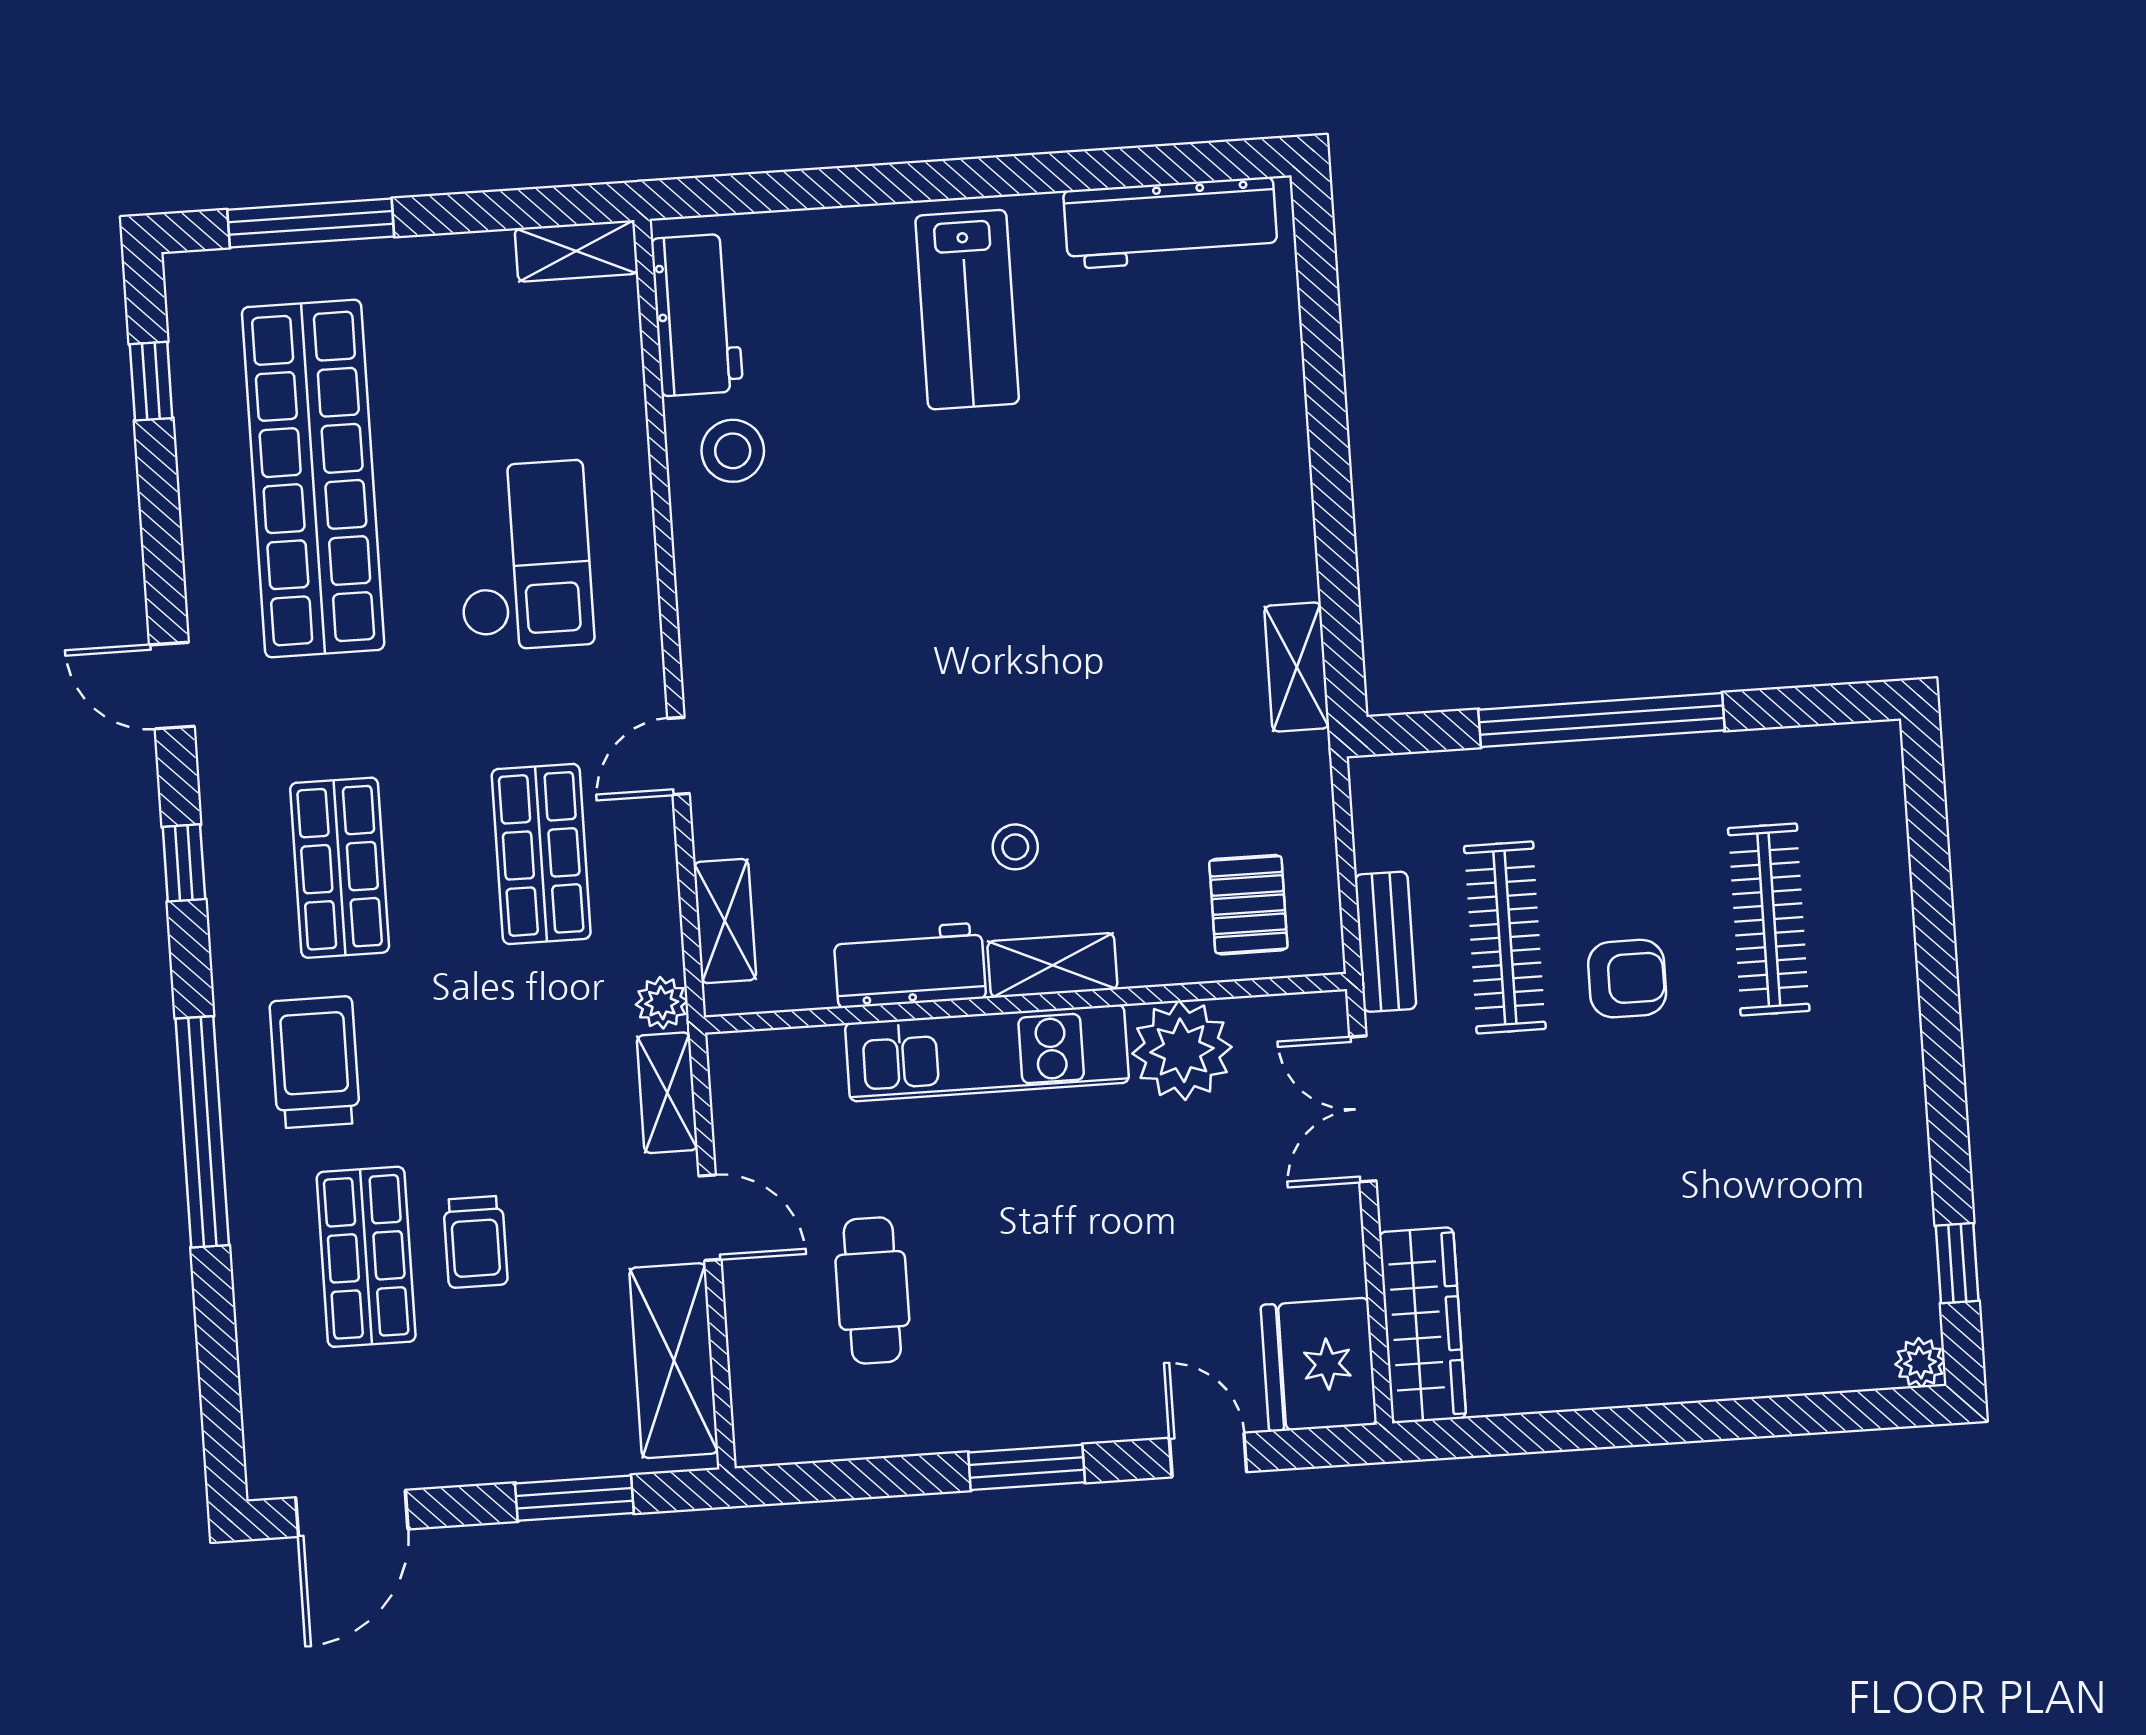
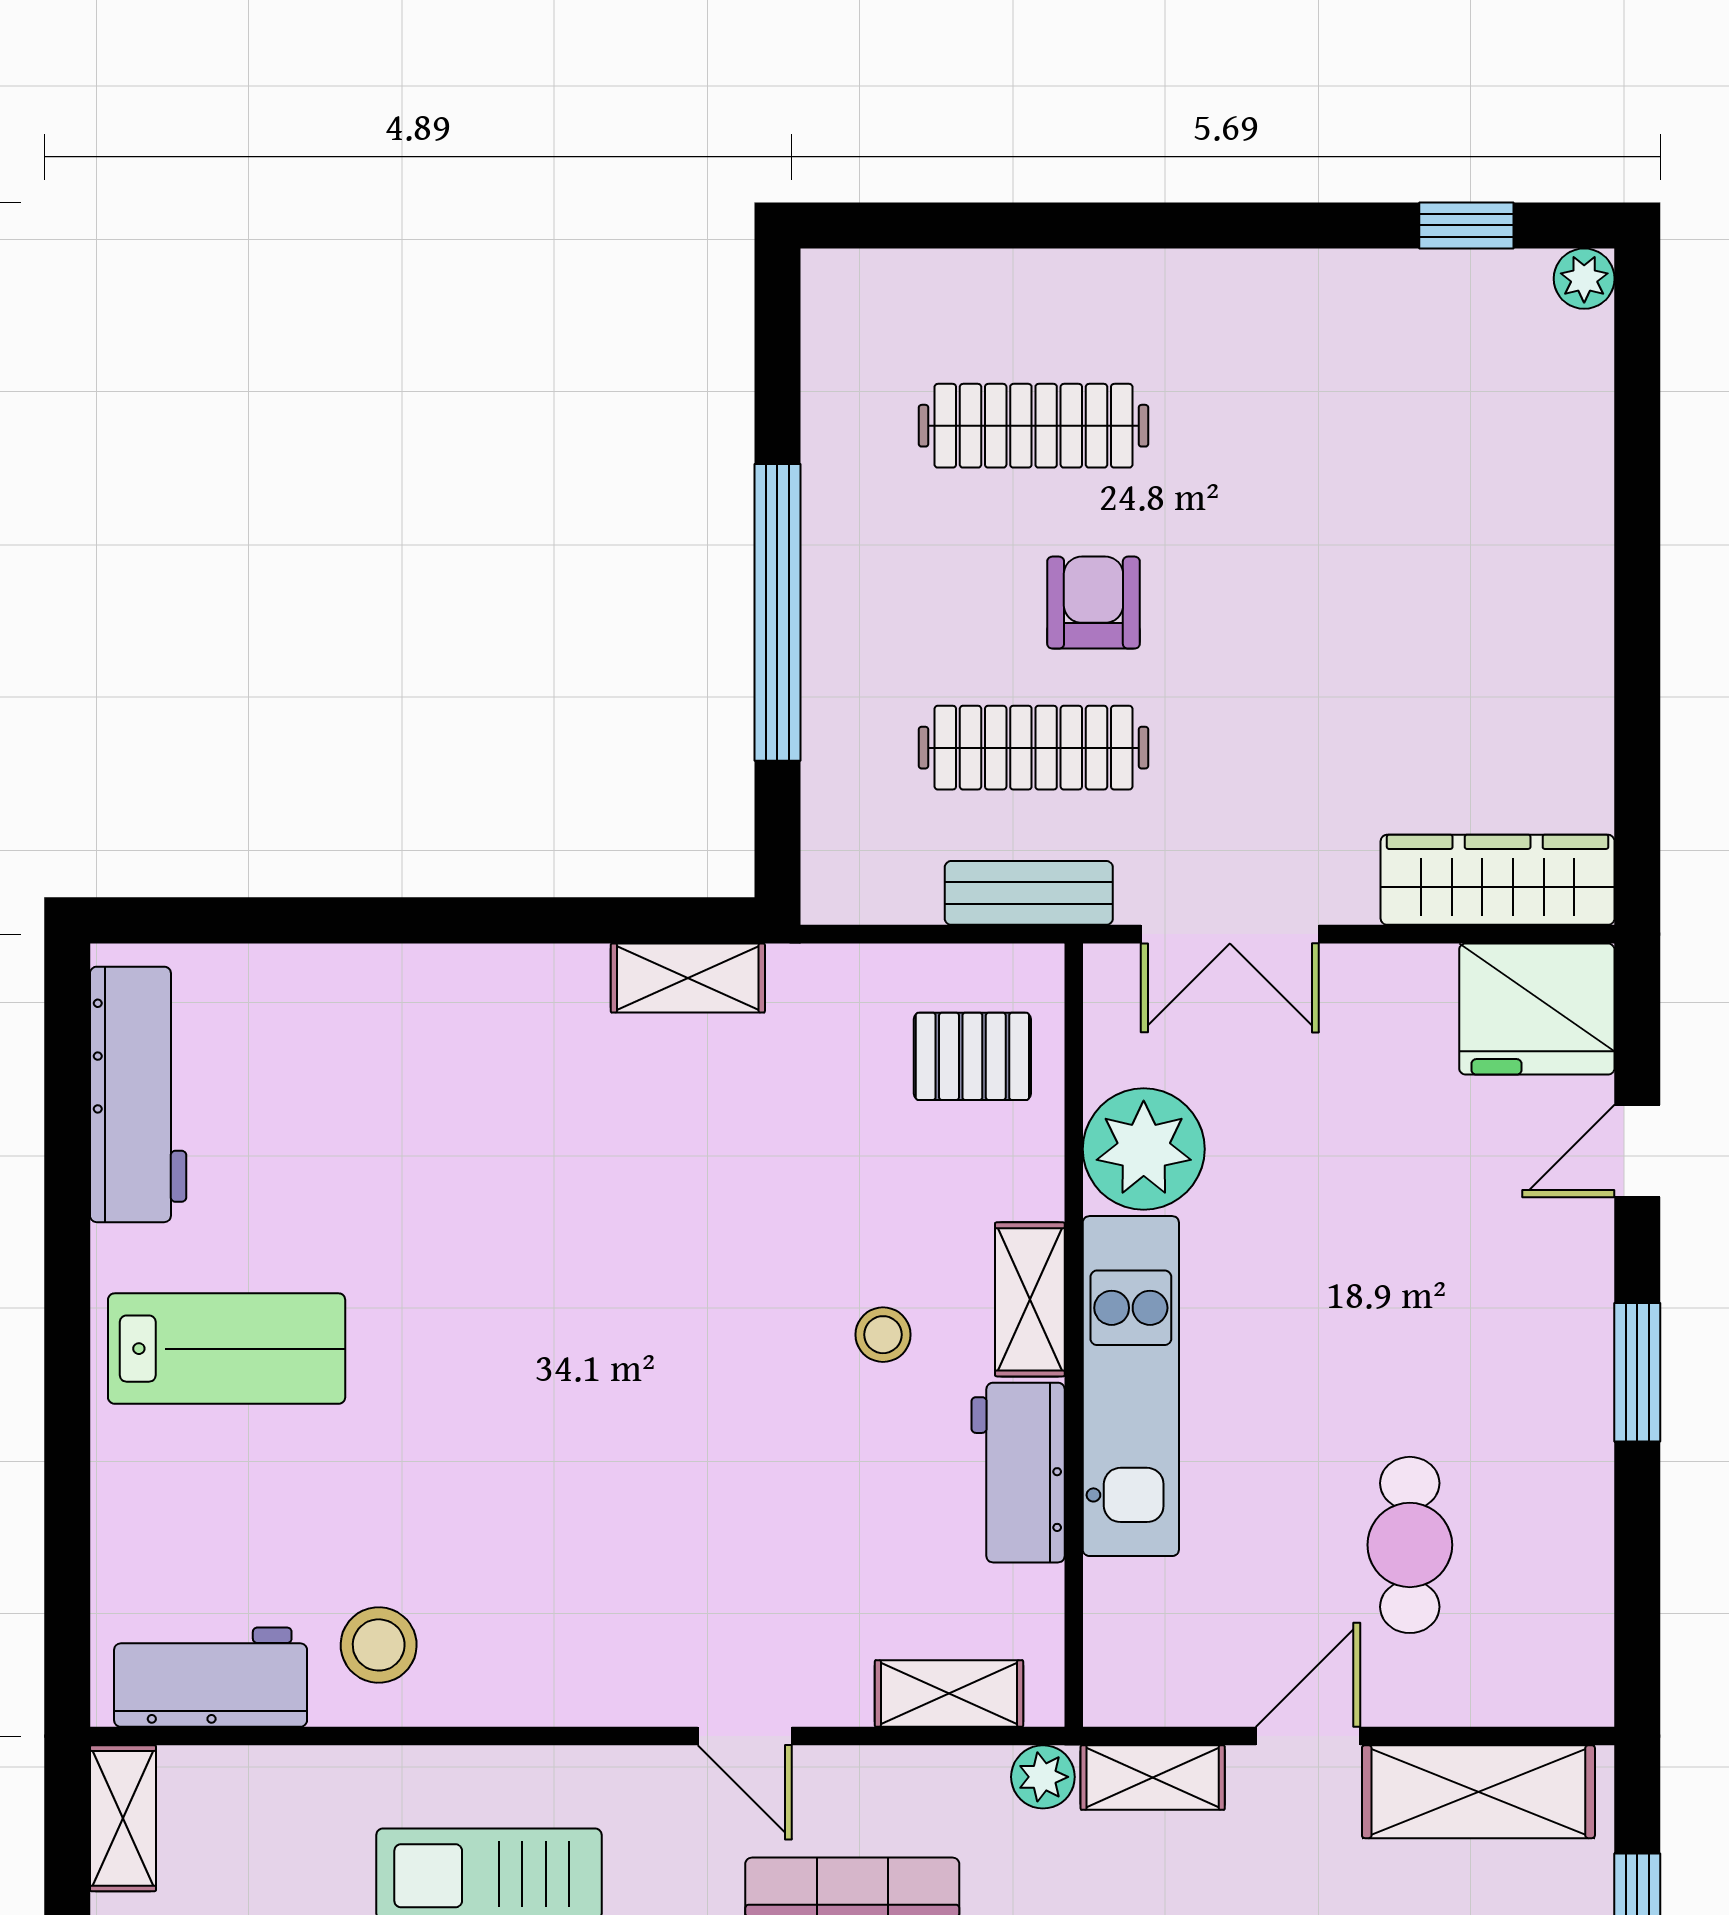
cafe table: (872, 1290) -> (1410, 1545), turned 90

